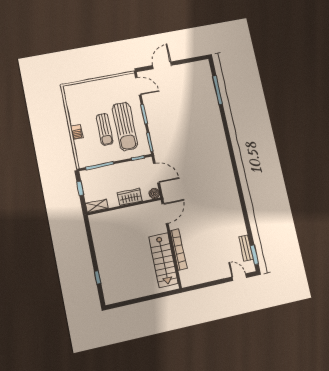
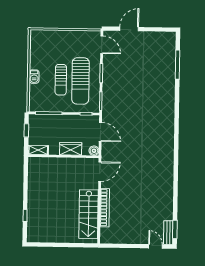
bench: (246, 248) -> (168, 233), moved

